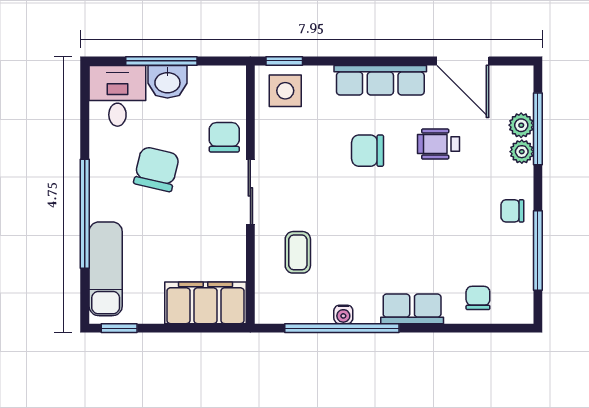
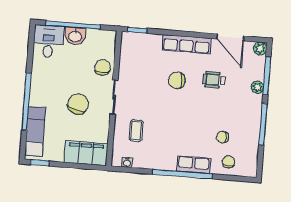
window: (161, 61) -> (73, 25), width x1.46
side table: (285, 91) -> (136, 46), removed
plant: (521, 125) -> (260, 48), moved
chair: (156, 169) -> (78, 104), moved
chair: (512, 211) -> (222, 137), moved
window: (538, 250) -> (263, 124), moved
water cooler: (343, 314) -> (127, 162), moved
window: (342, 328) -> (182, 174), moved

